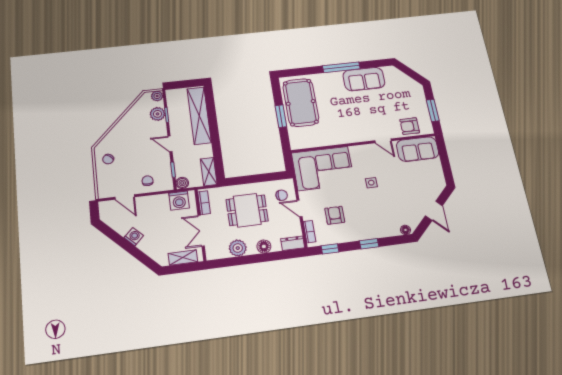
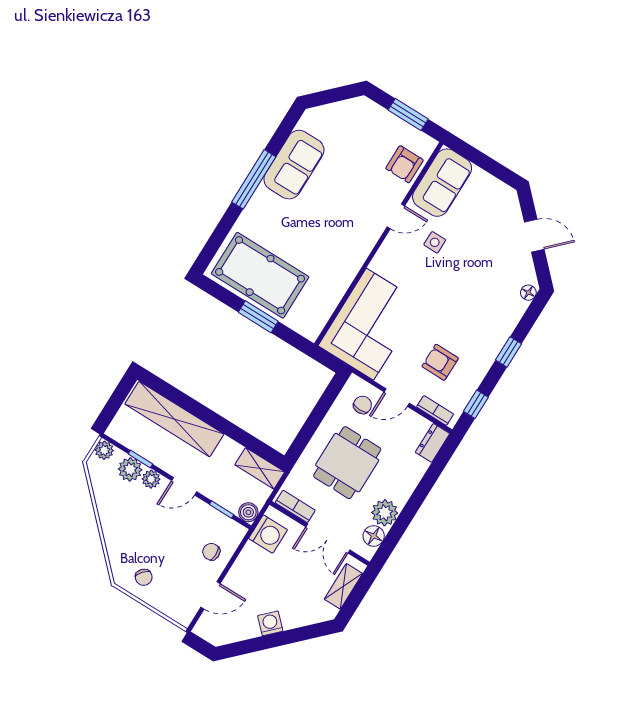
plant: (161, 127) -> (151, 479), added
side table: (371, 183) -> (435, 242), moved
floor lamp: (264, 246) -> (374, 536), moved

